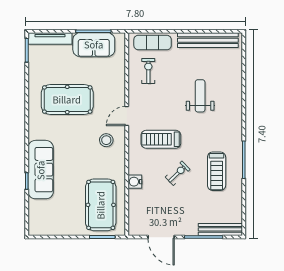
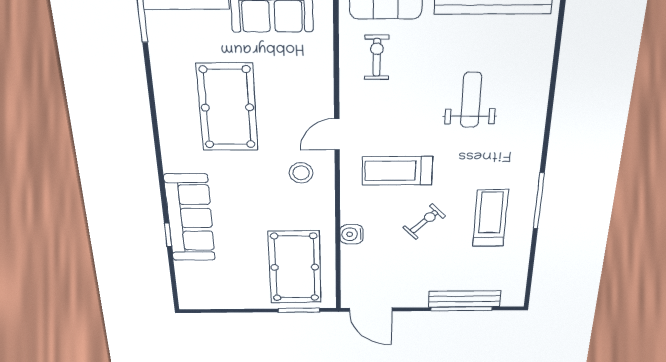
pool table: (67, 100) -> (227, 107), turned 90
treadmill: (217, 171) -> (490, 218), turned 180
bench: (220, 229) -> (465, 299), moved
door: (161, 237) -> (371, 310), moved

